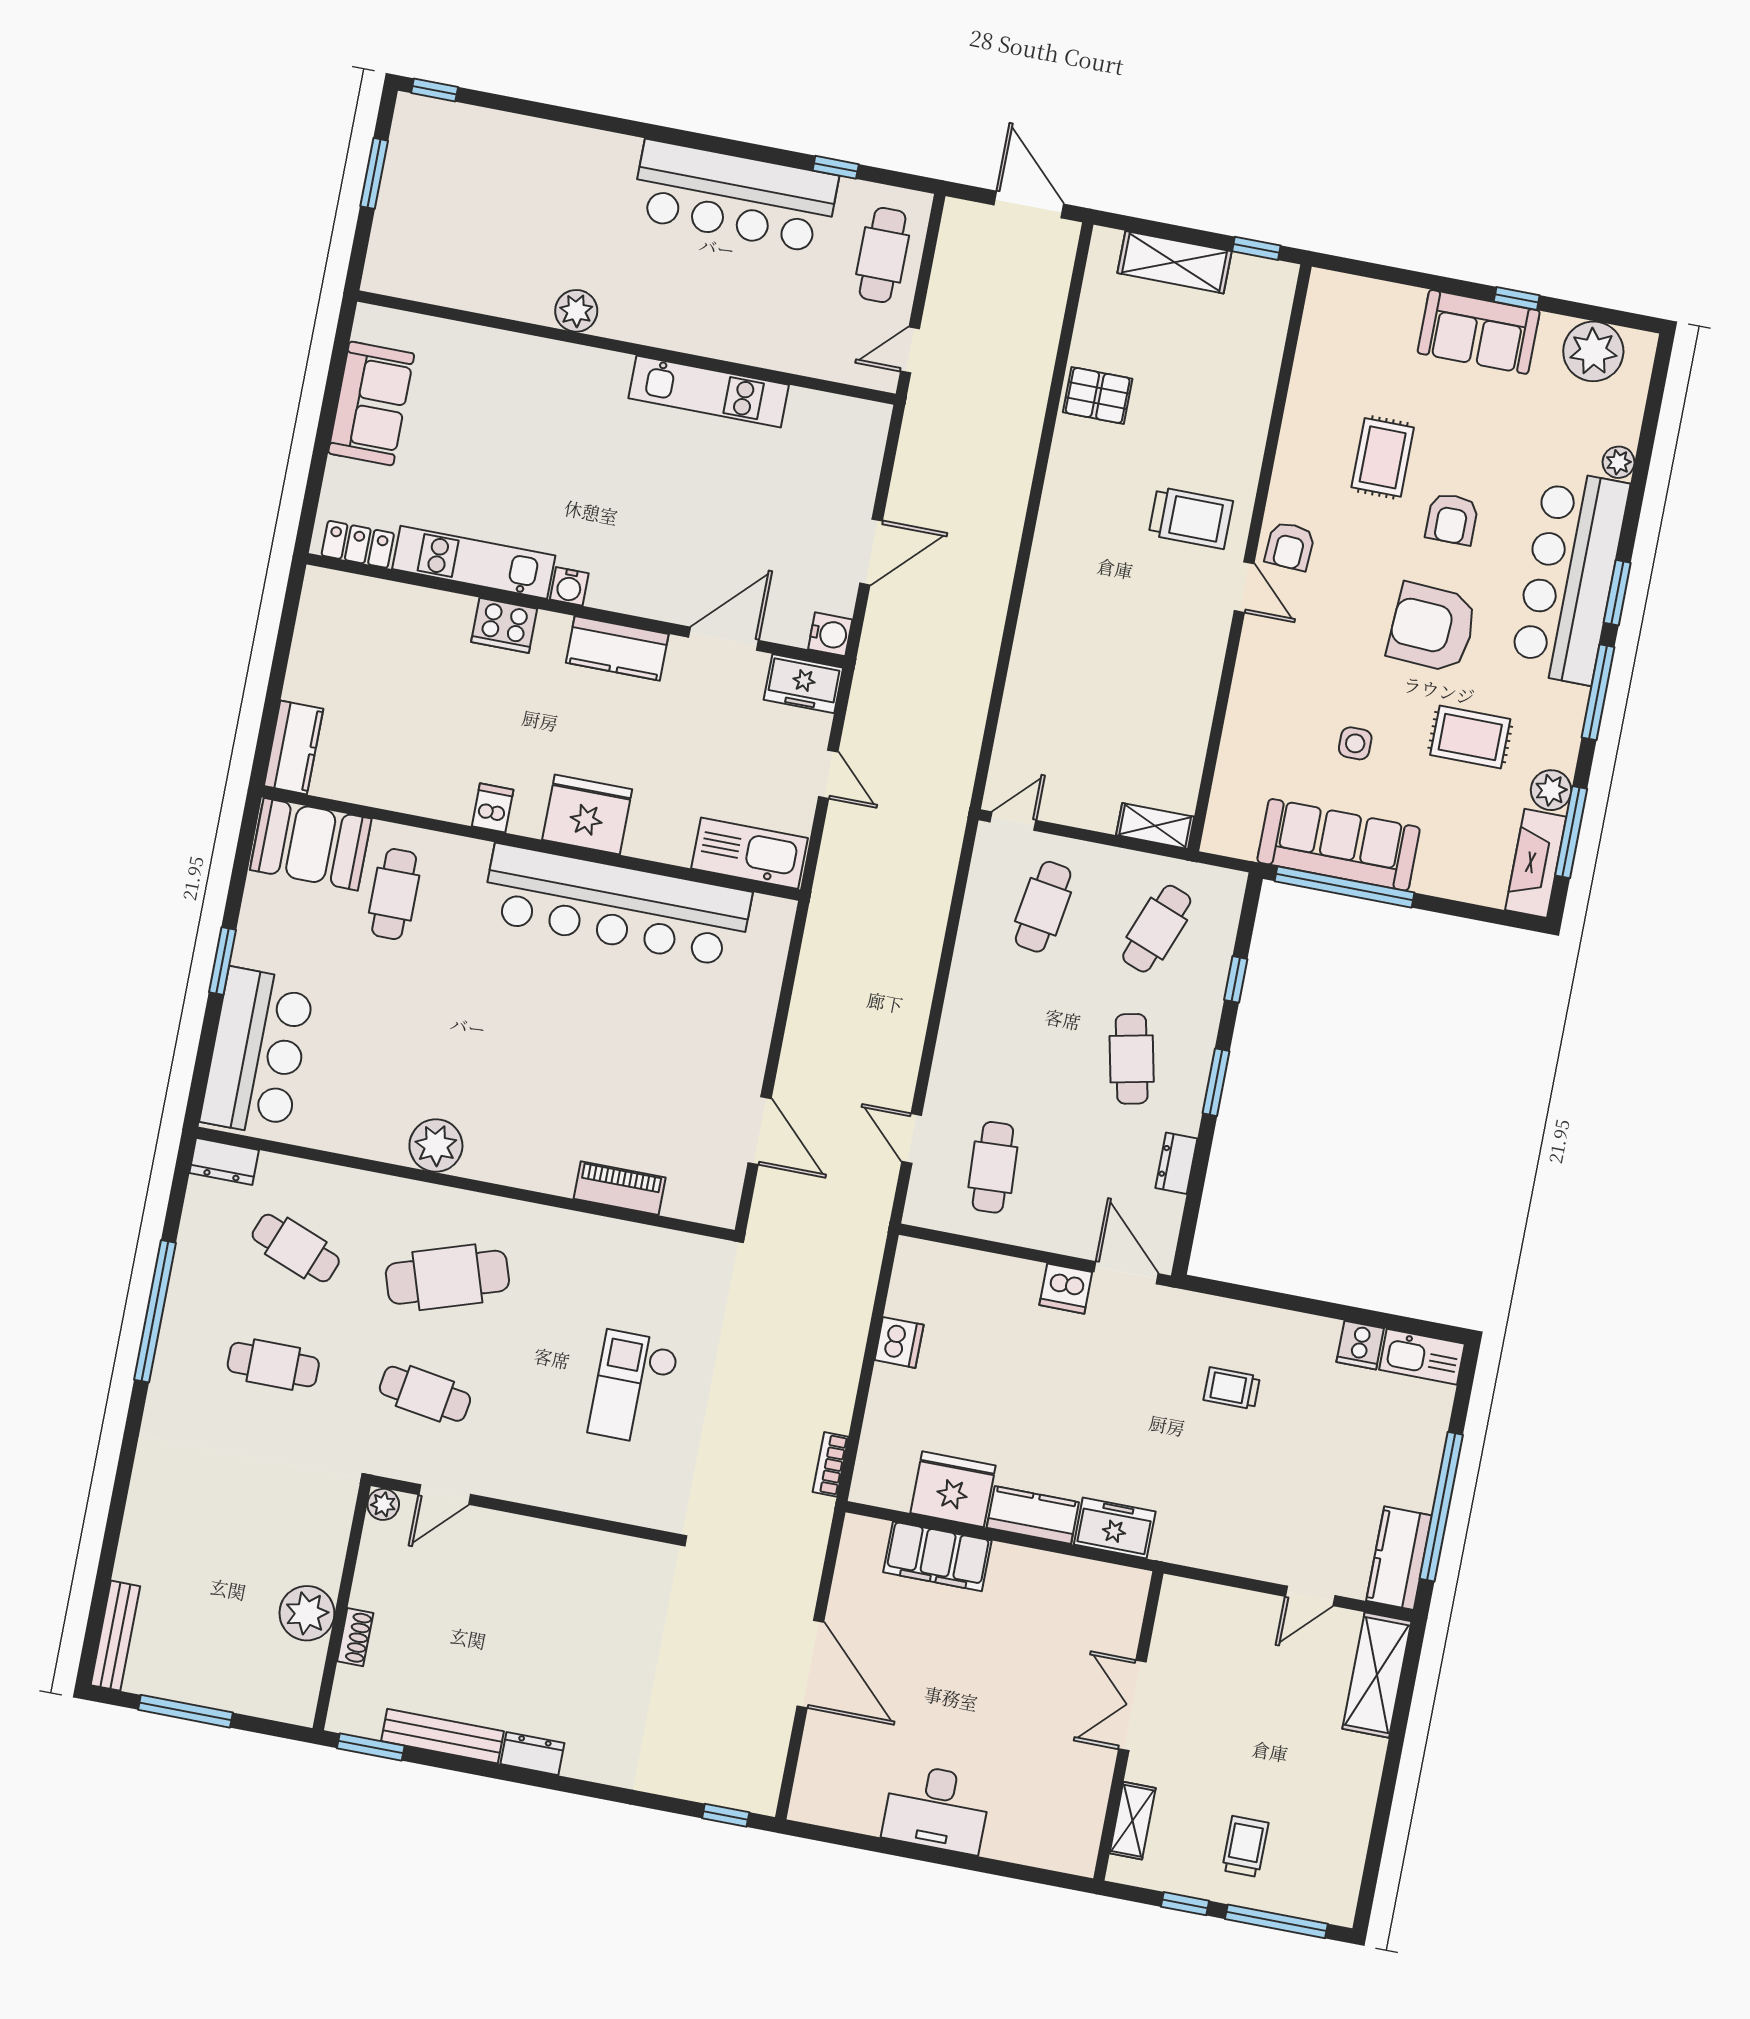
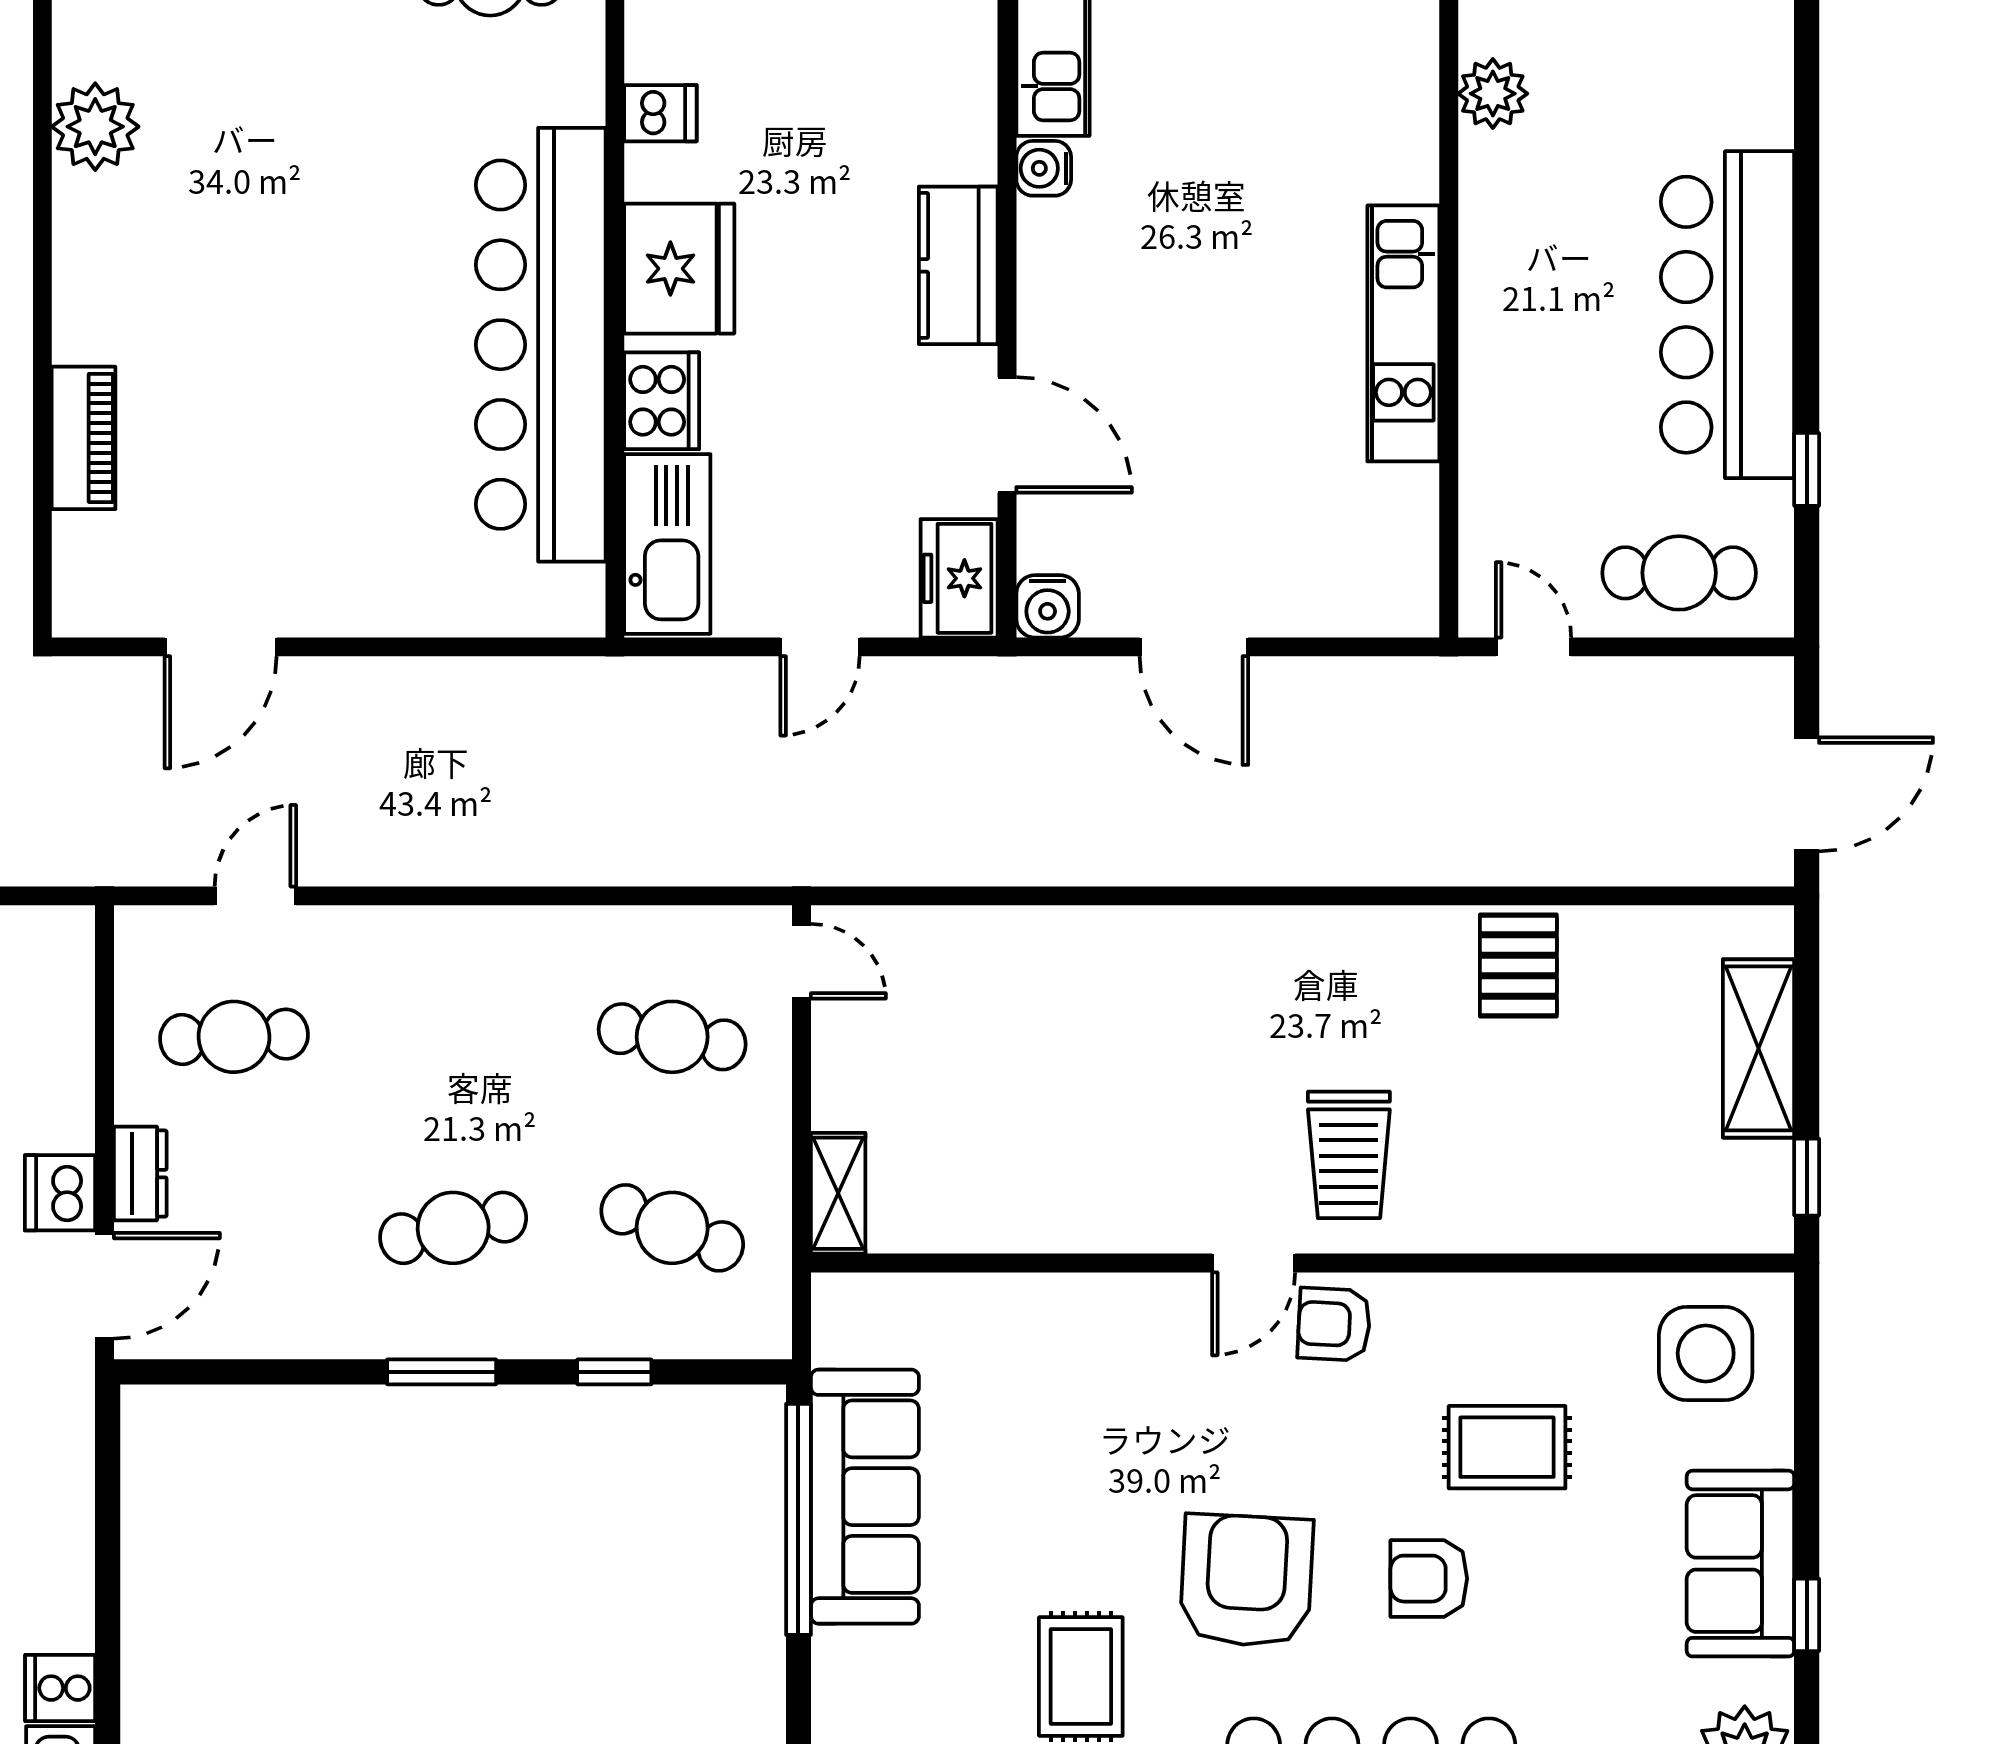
cooker: (504, 625) -> (662, 401), moved, turned 180
side table: (1355, 743) -> (1706, 1353), moved, width x1.87, depth x1.87
dresser: (1176, 1163) -> (140, 1174), moved, turned 90

